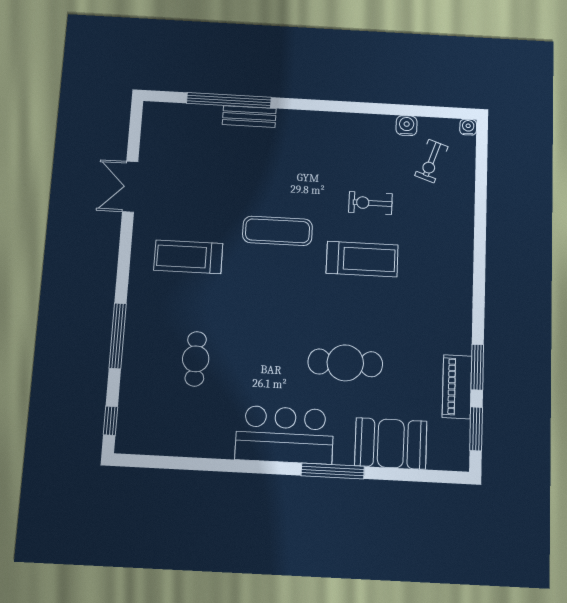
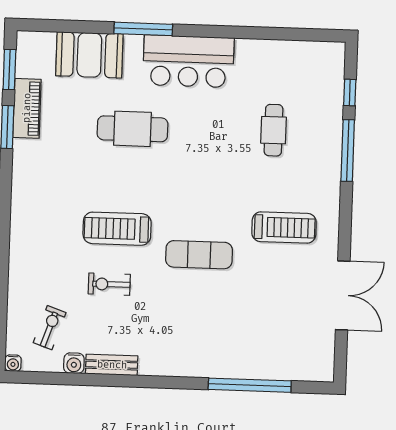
bench: (249, 117) -> (112, 365), moved
double door: (130, 187) -> (343, 295), width x1.37
exercise bike: (370, 203) -> (109, 284), turned 180
window: (111, 421) -> (350, 93), moved

